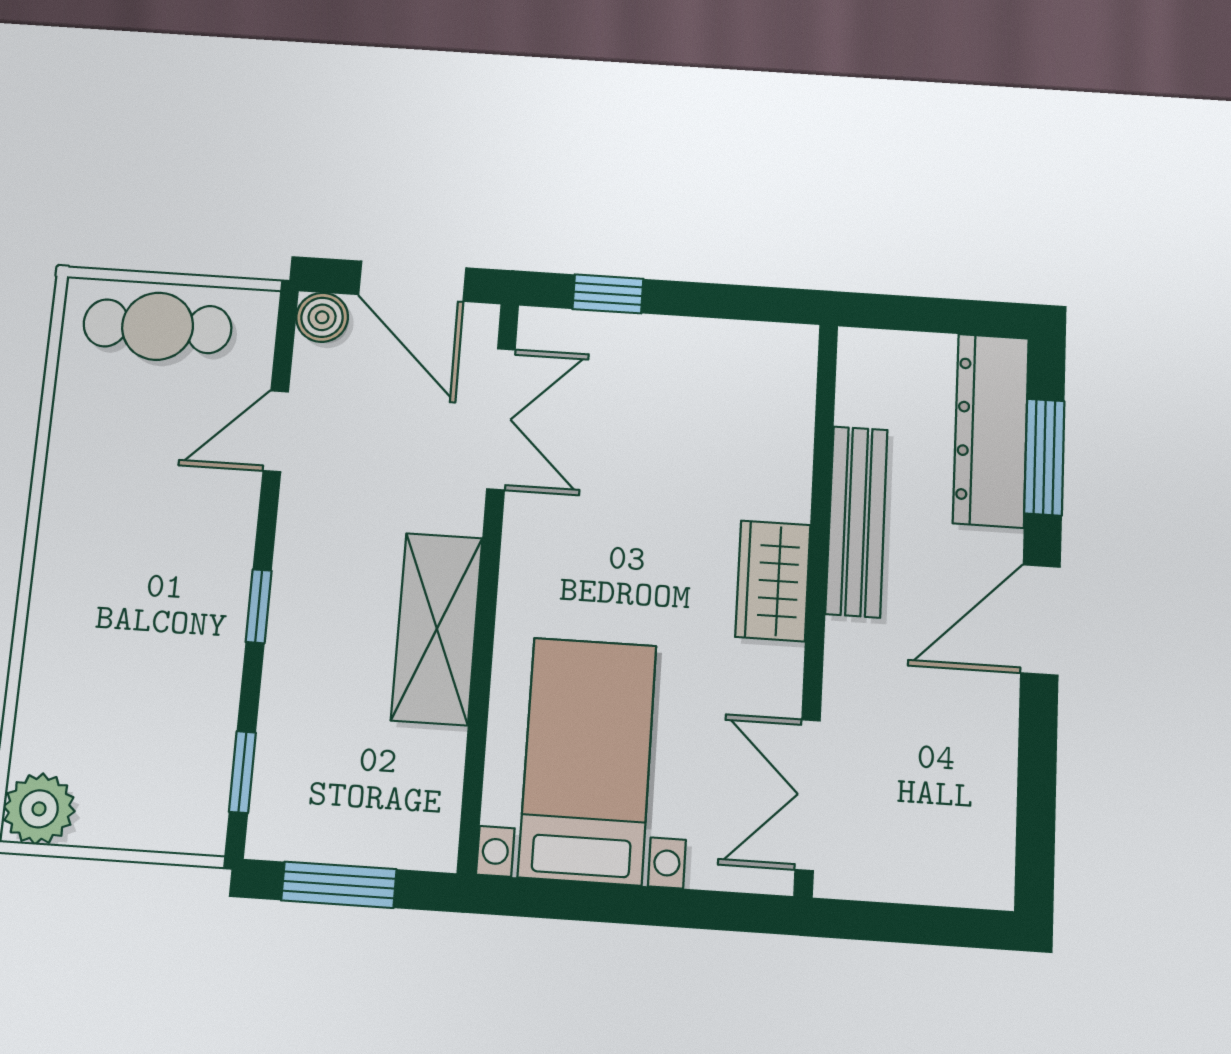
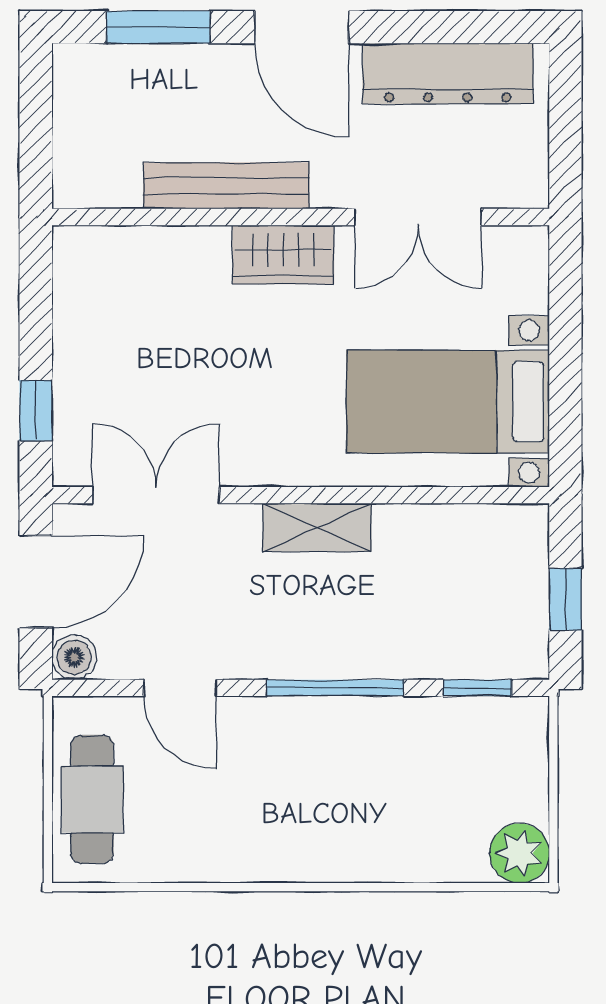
dresser: (991, 430) -> (448, 74), moved
window: (259, 606) -> (335, 688), width x2.17
shelving: (437, 629) -> (317, 528), width x0.67, depth x0.75
double door: (808, 795) -> (418, 217), moved
window: (339, 885) -> (565, 599), width x0.67

